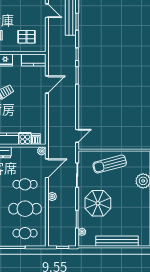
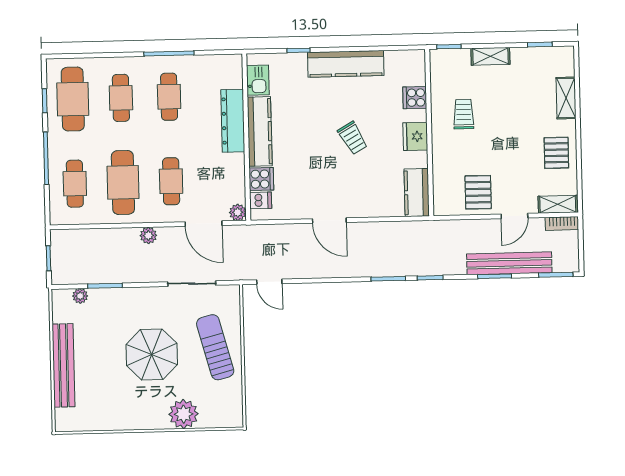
pallet: (27, 37) -> (478, 192), moved
door: (47, 85) -> (329, 221), moved
parasol: (98, 203) -> (152, 354), moved

